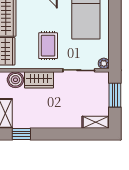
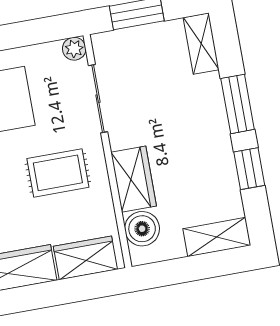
window: (21, 134) -> (249, 169), moved
window: (65, 134) -> (238, 104), added

